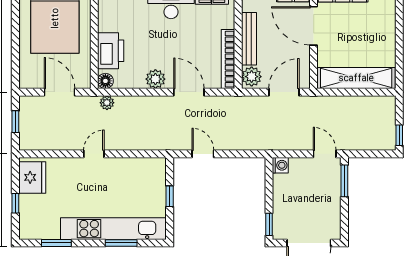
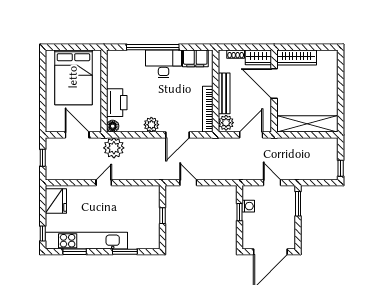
door: (189, 92) -> (177, 135), swing flipped
plant: (107, 103) -> (114, 148), width x1.88, depth x1.88
door: (325, 154) -> (272, 183), moved
washing machine: (280, 165) -> (248, 206), moved
window: (15, 203) -> (43, 234), moved
window: (269, 224) -> (240, 212), moved
kitchen unit: (113, 229) -> (86, 241), moved

